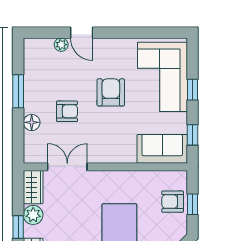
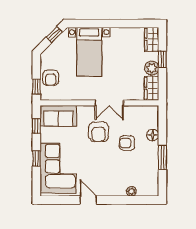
door: (82, 33) -> (88, 200), moved
armchair: (111, 92) -> (99, 132), moved
double door: (67, 167) -> (109, 103), moved
armchair: (173, 202) -> (51, 78), turned 90
window: (193, 204) -> (36, 87), moved

